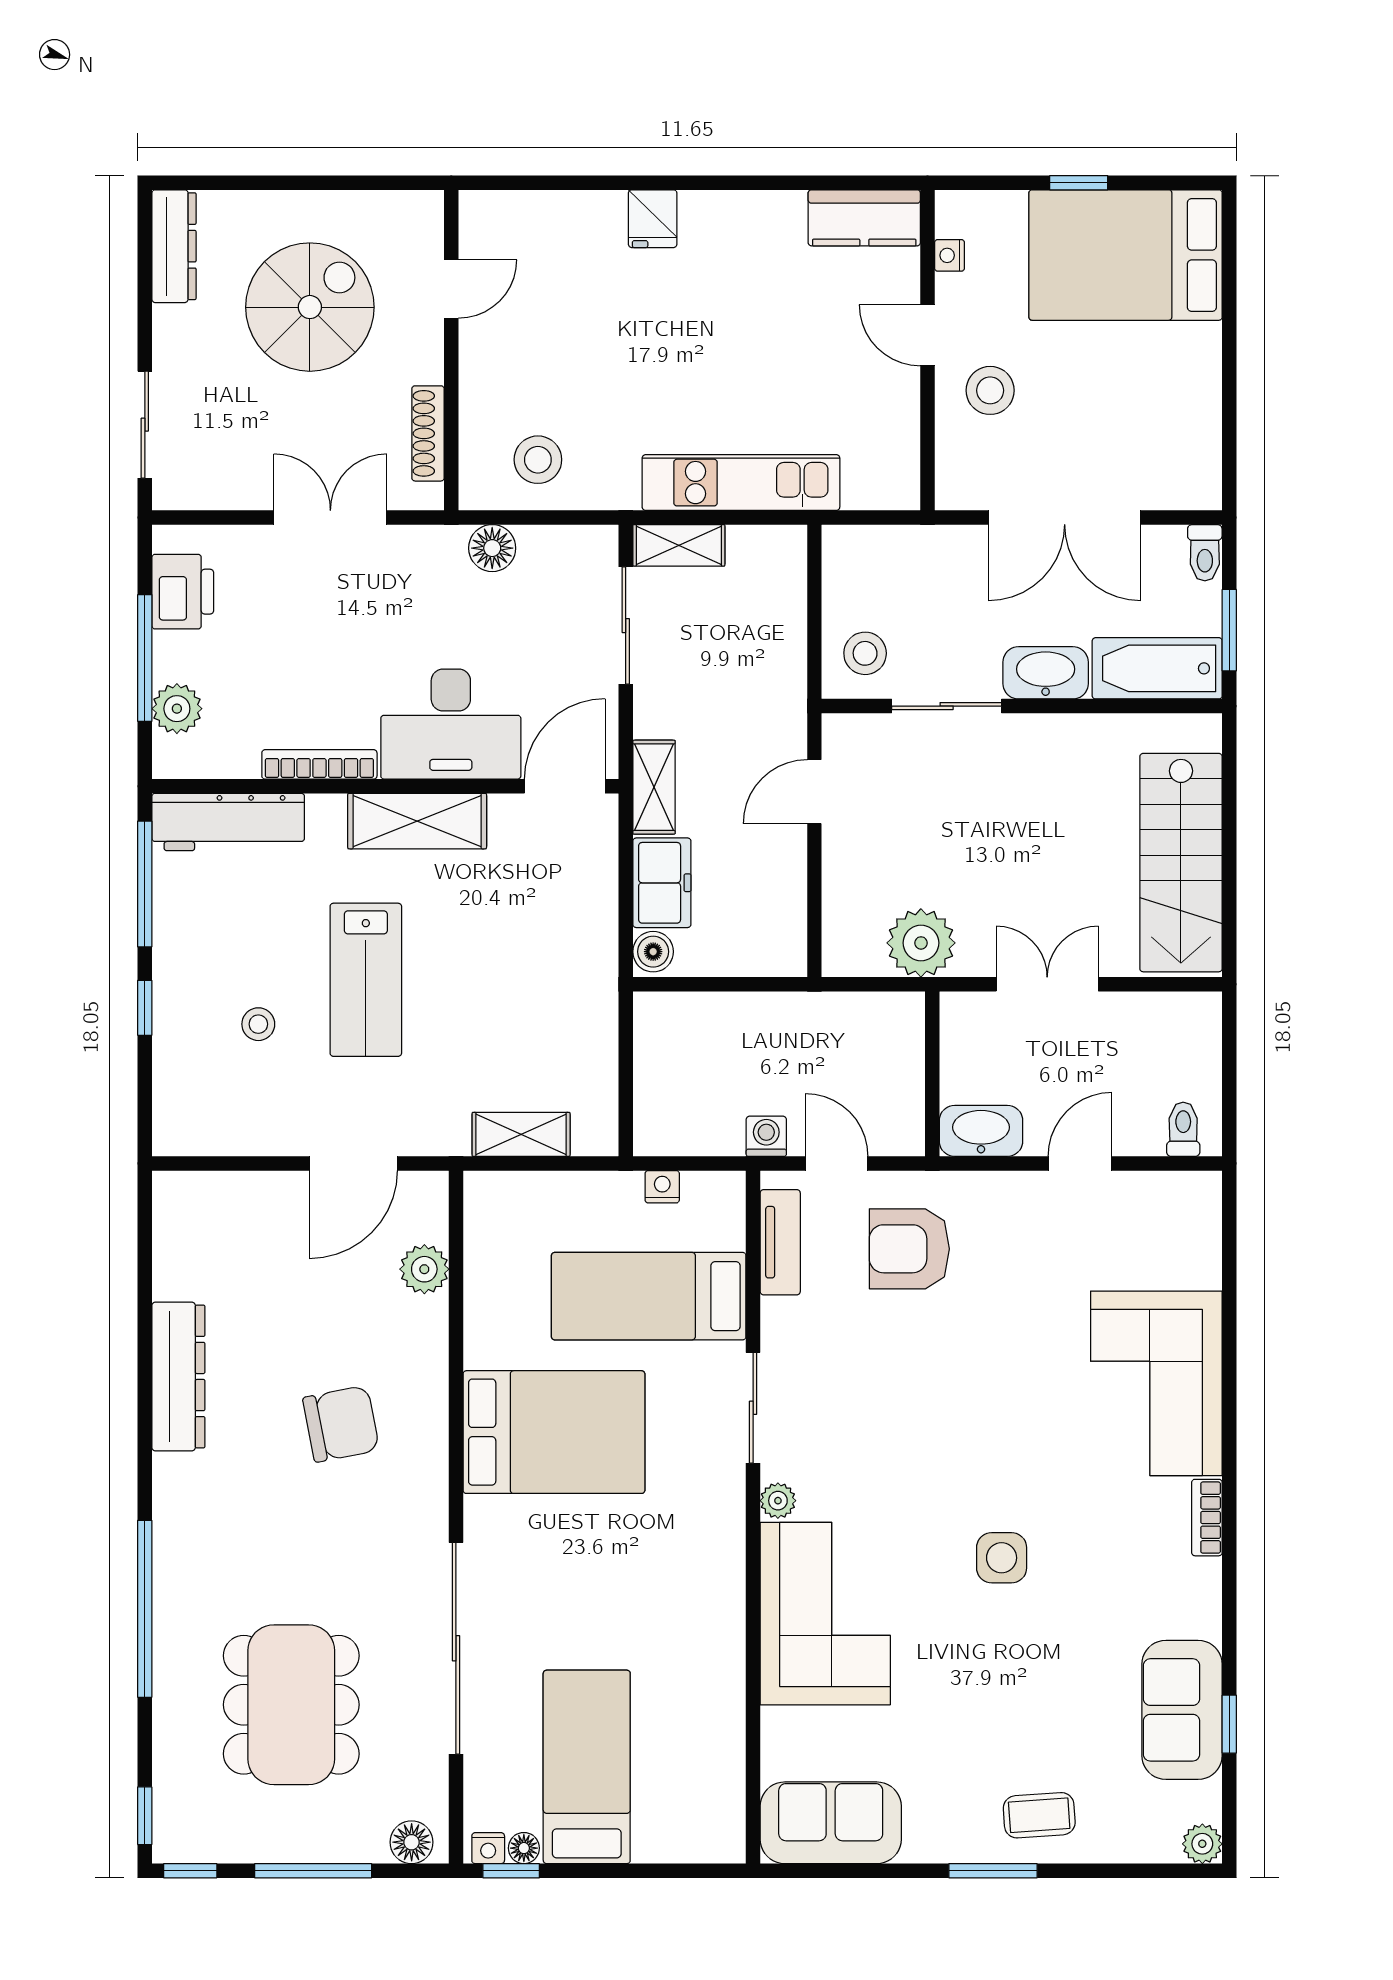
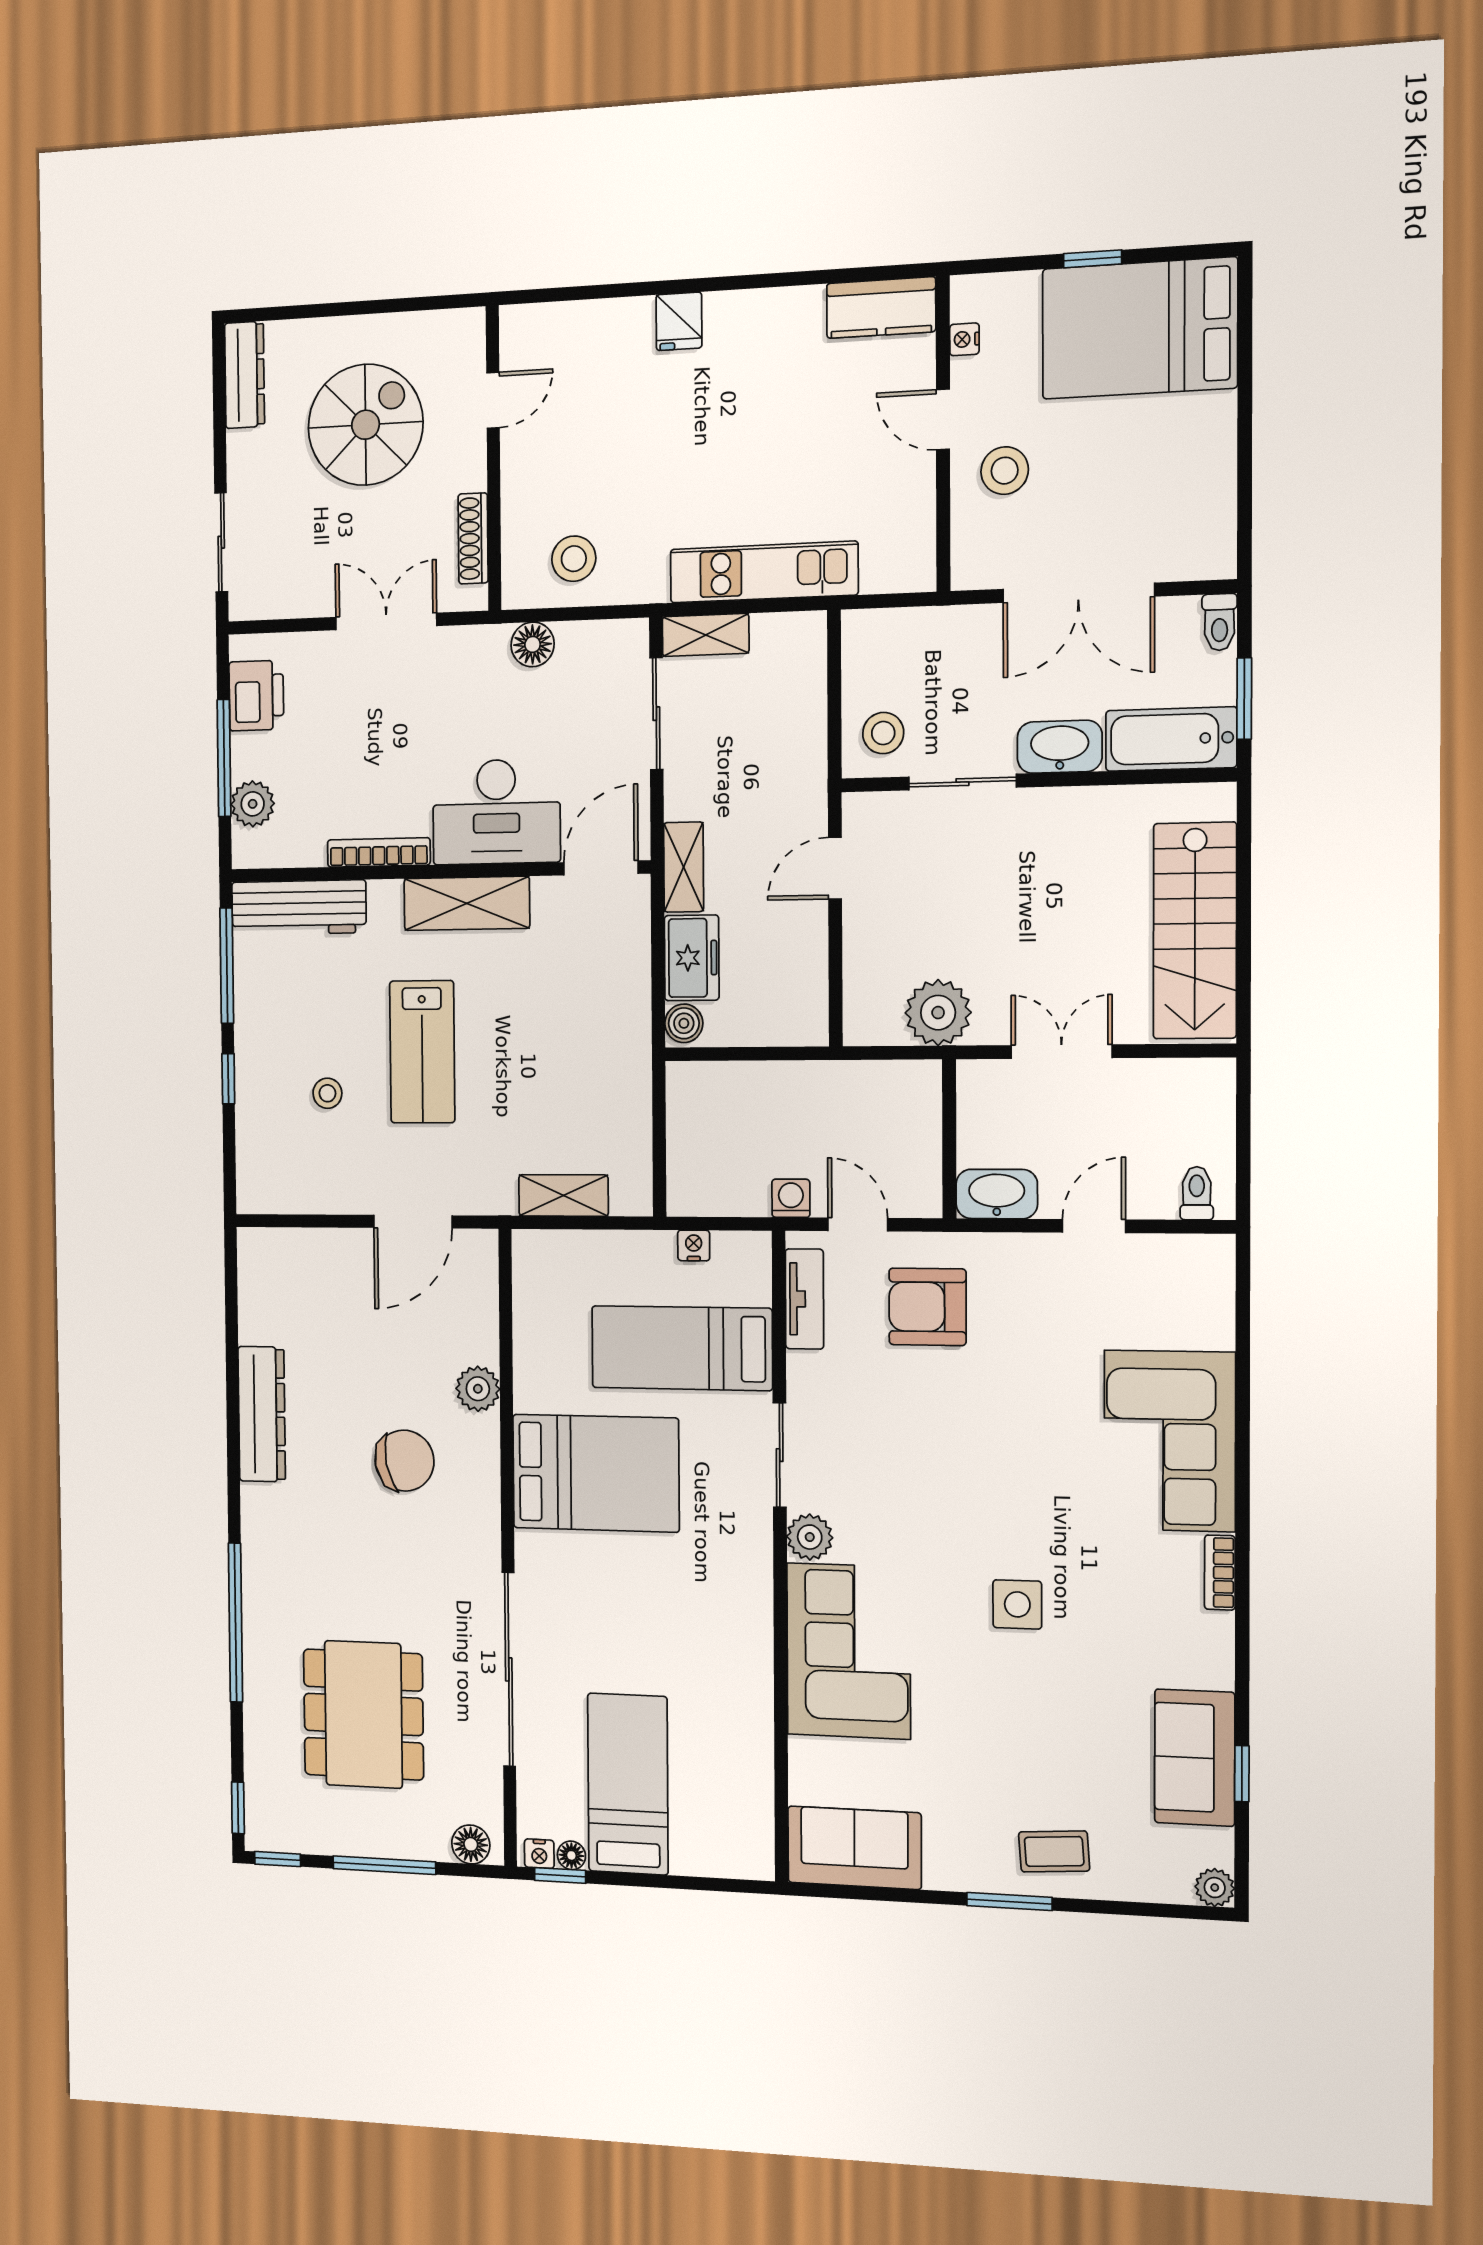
plant: (424, 1269) -> (478, 1389), moved
plant: (778, 1501) -> (810, 1537), width x1.38, depth x1.38

